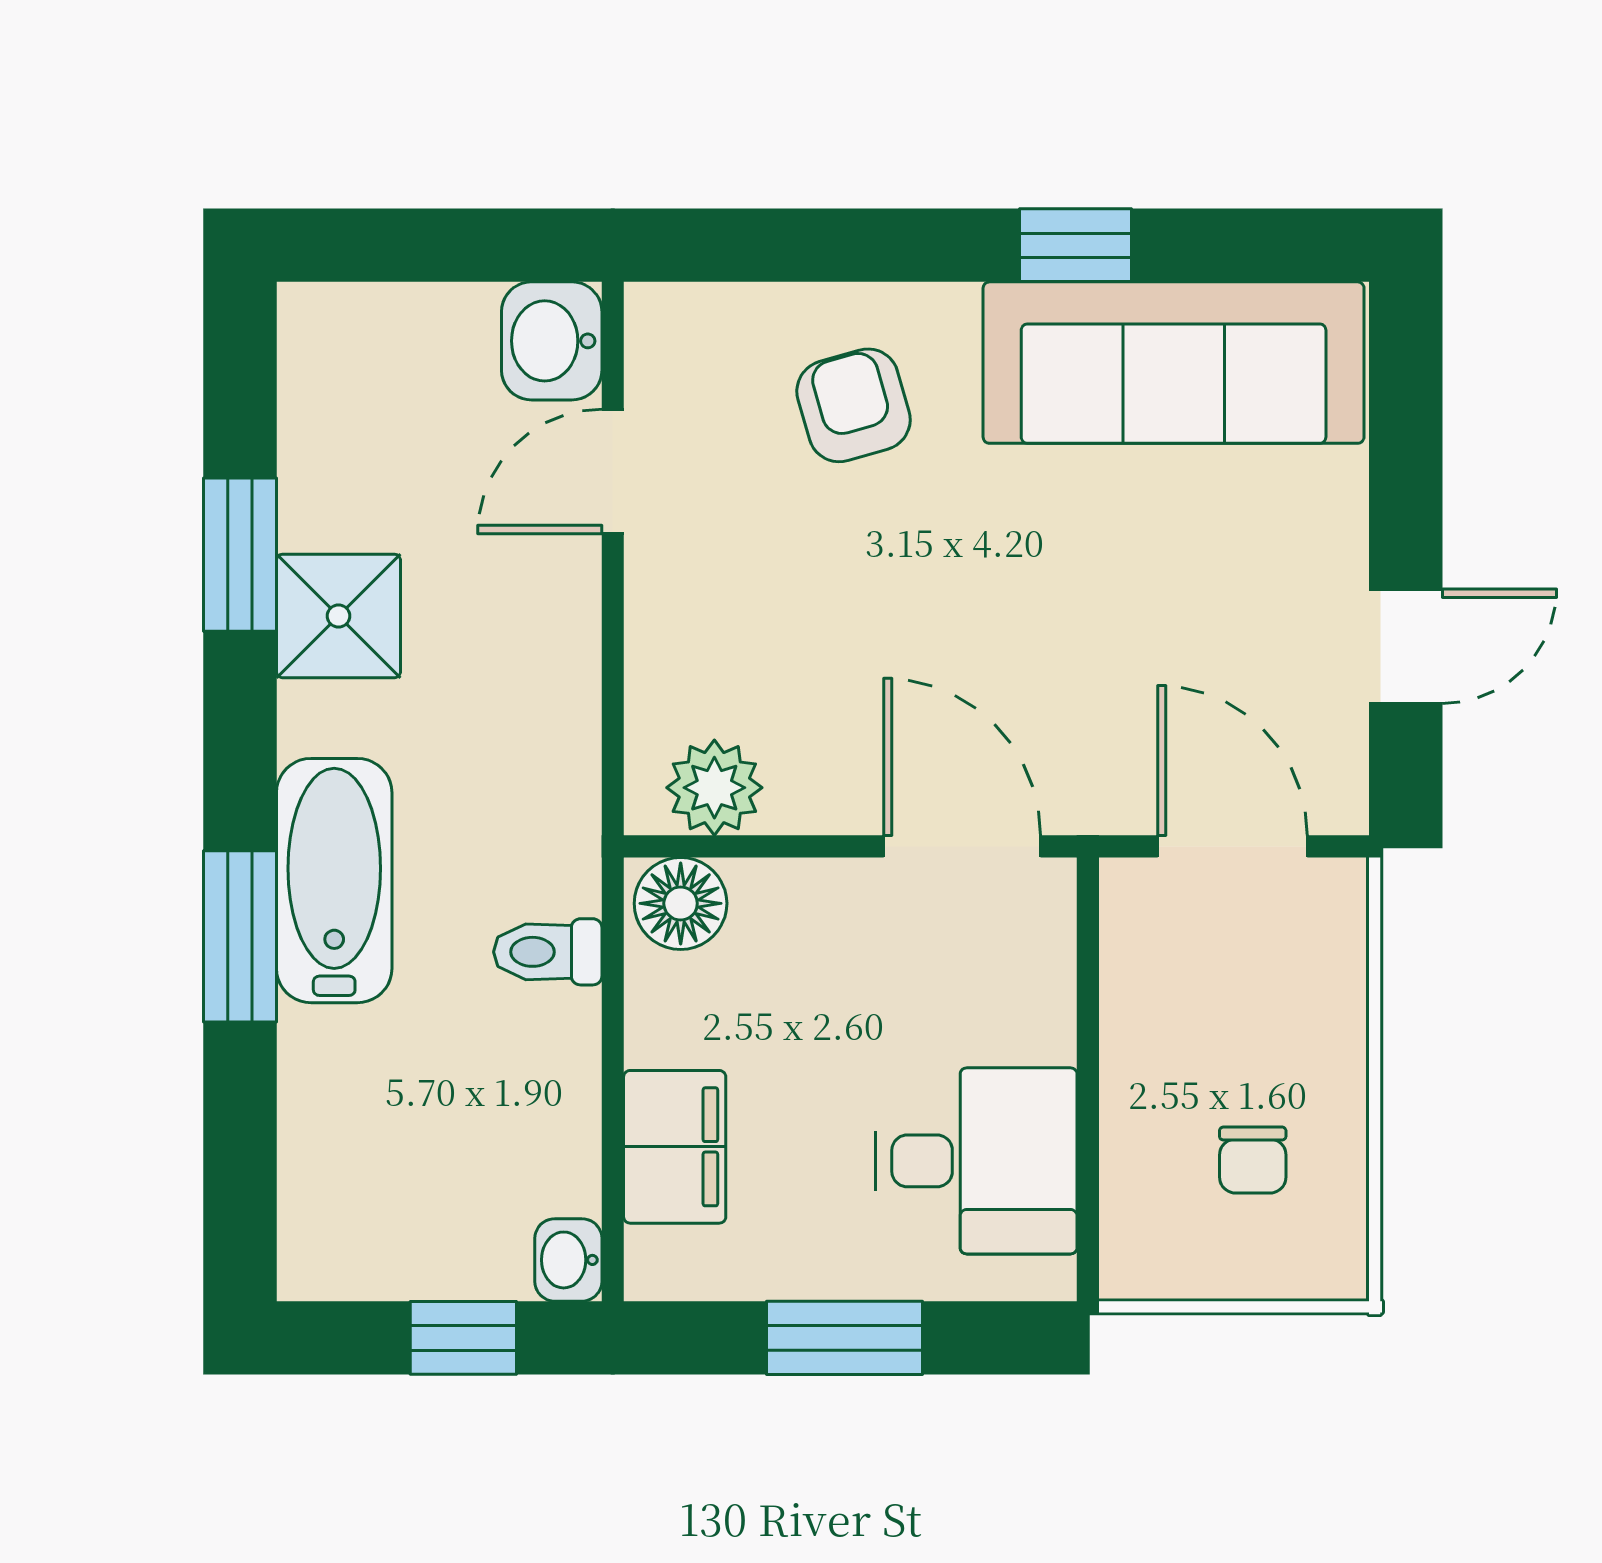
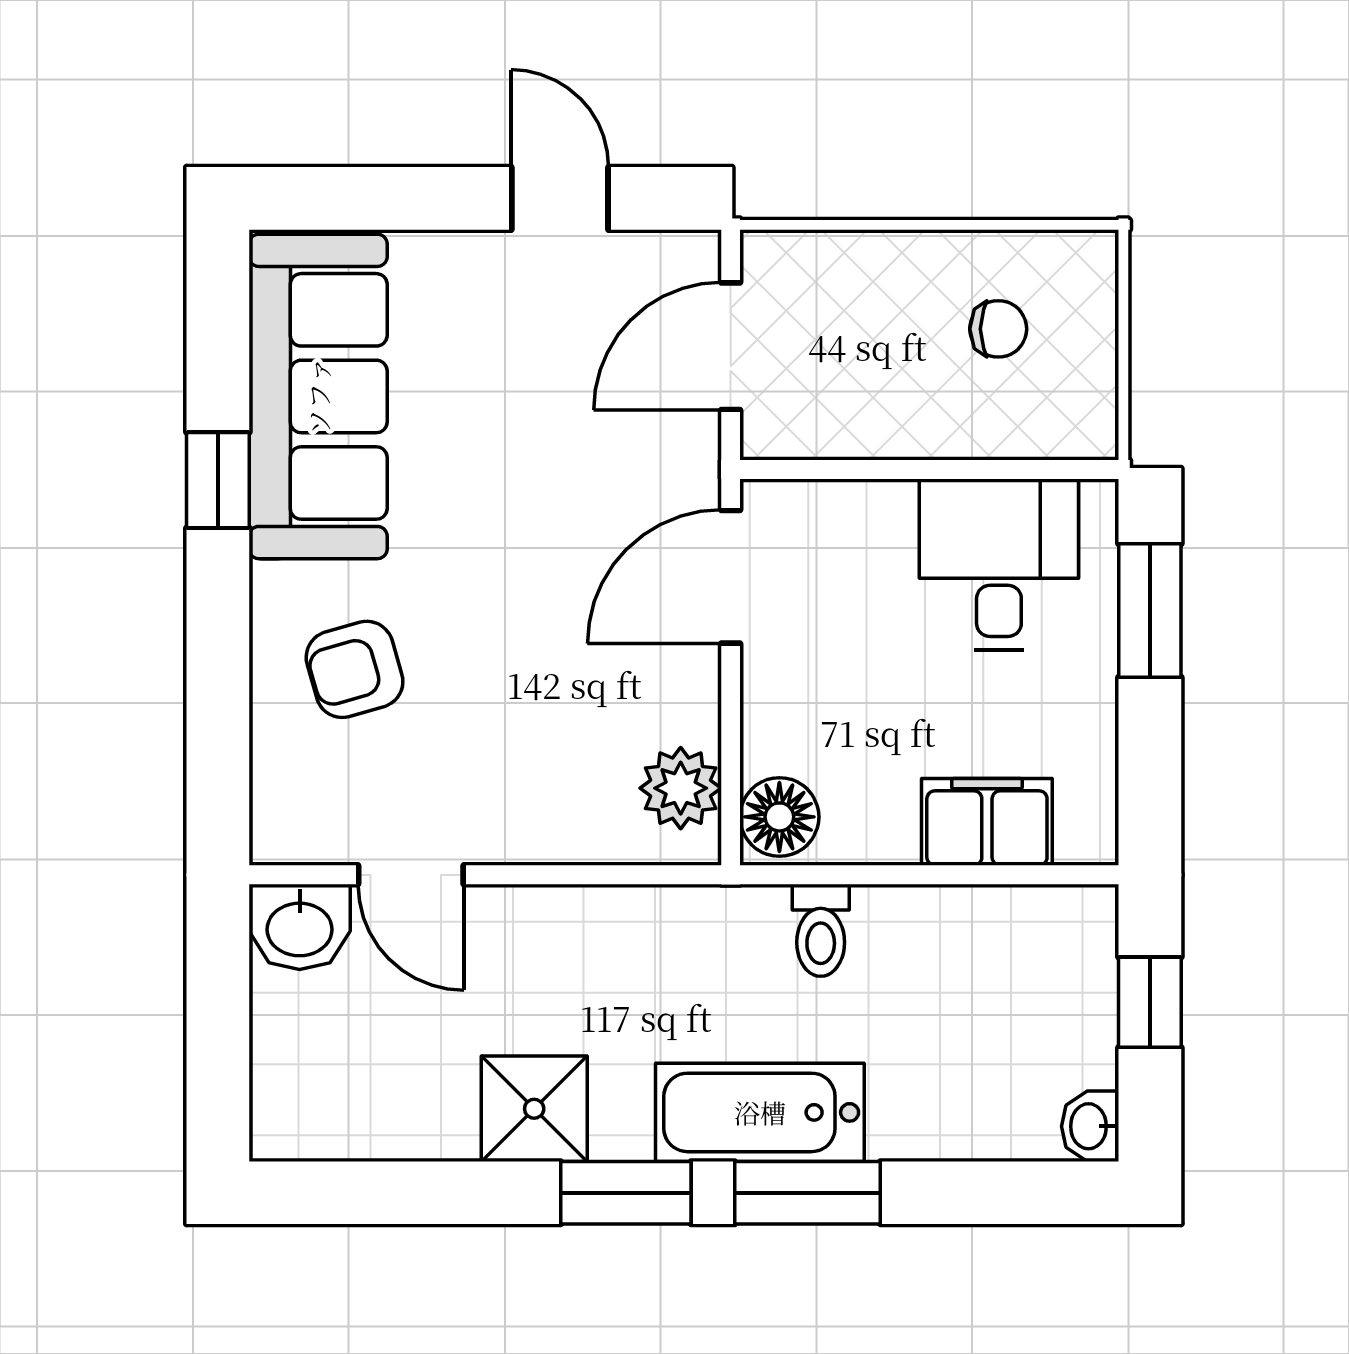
window: (240, 555) -> (626, 1193), moved
washbasin: (568, 1260) -> (1090, 1126), moved, turned 90
window: (844, 1338) -> (1150, 611), moved

